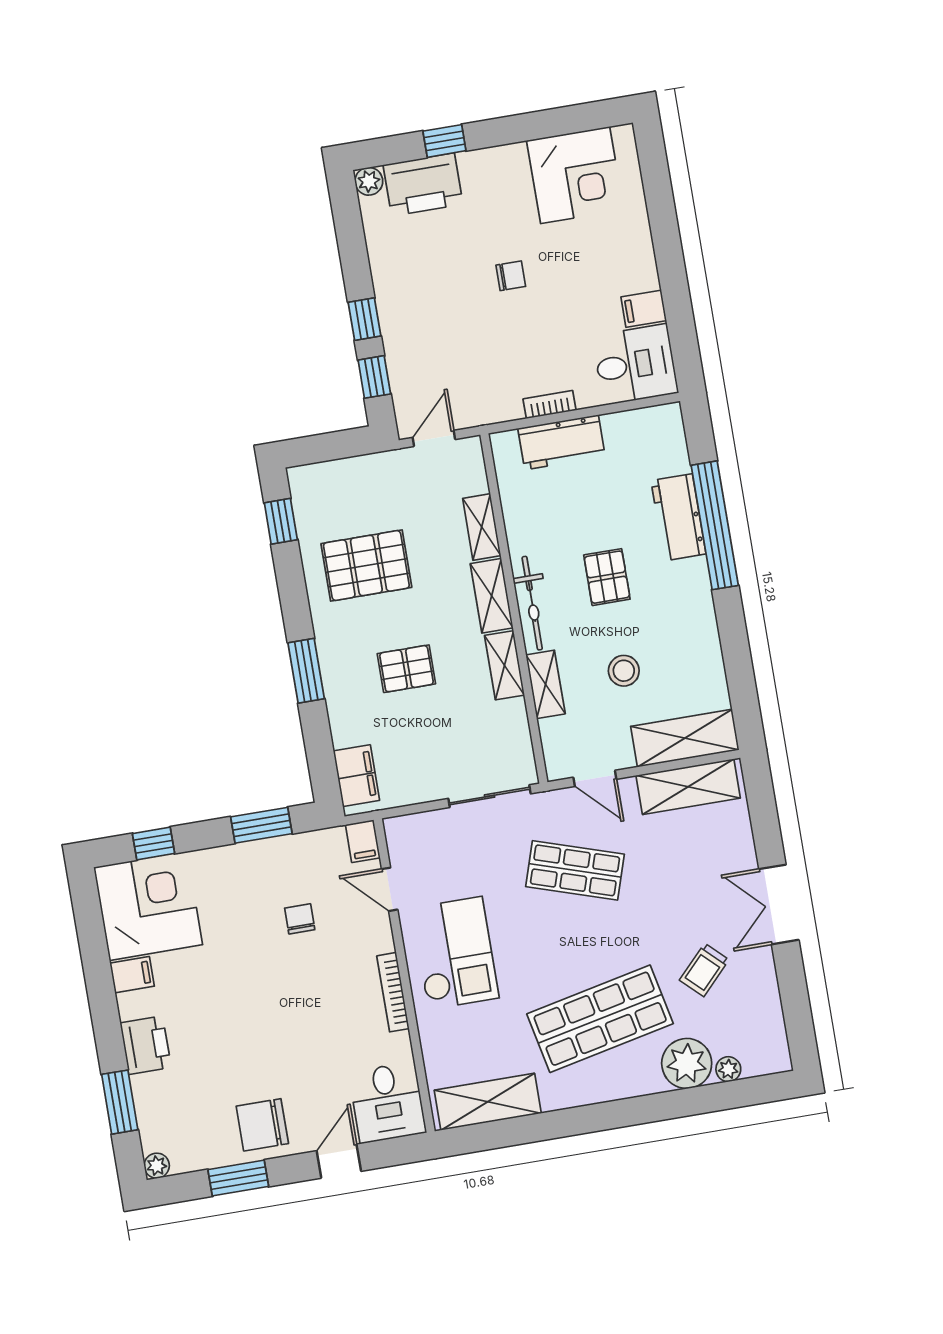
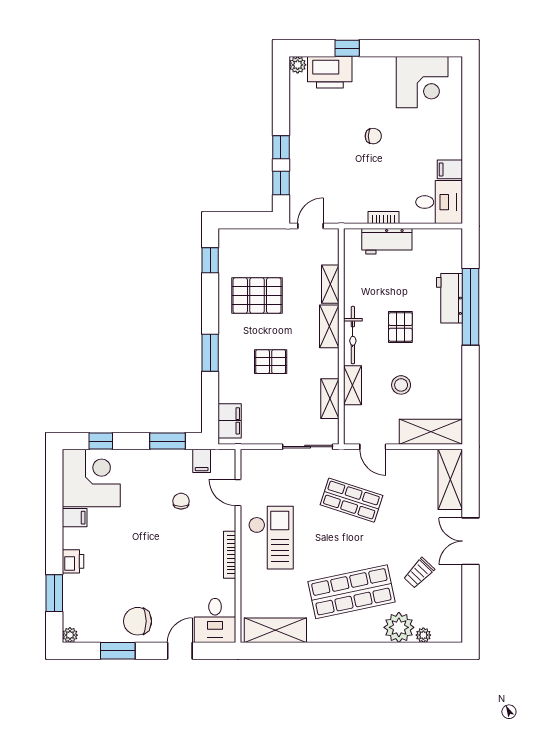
shelving: (504, 665) -> (330, 399), moved
shelving: (688, 787) -> (450, 479), moved, turned 90
filing cabinet: (363, 841) -> (202, 461), moved
printer: (146, 1045) -> (73, 561), width x0.73, depth x0.81

